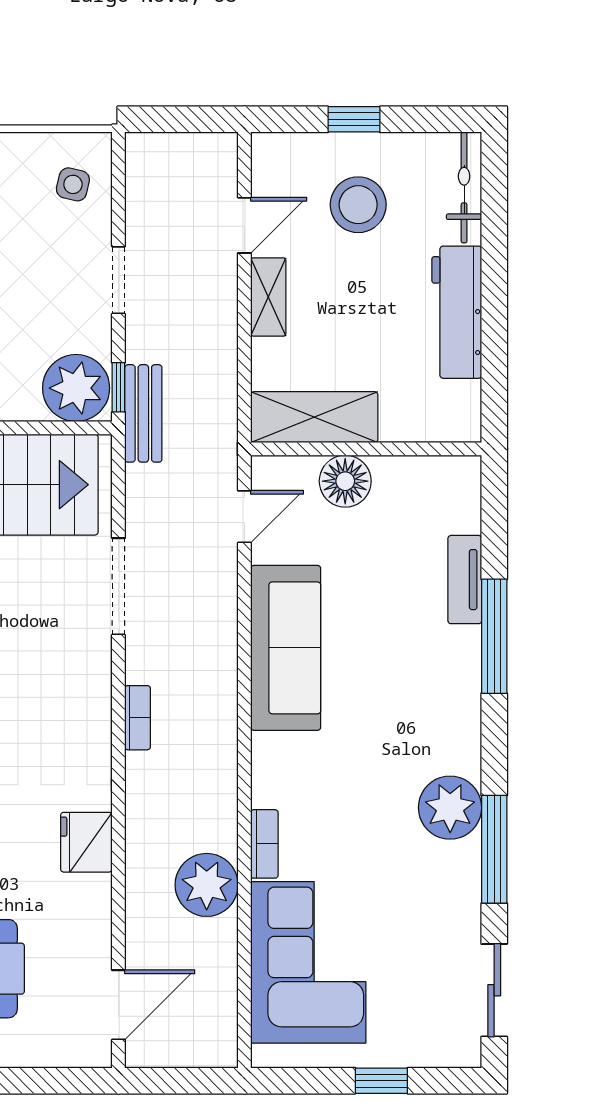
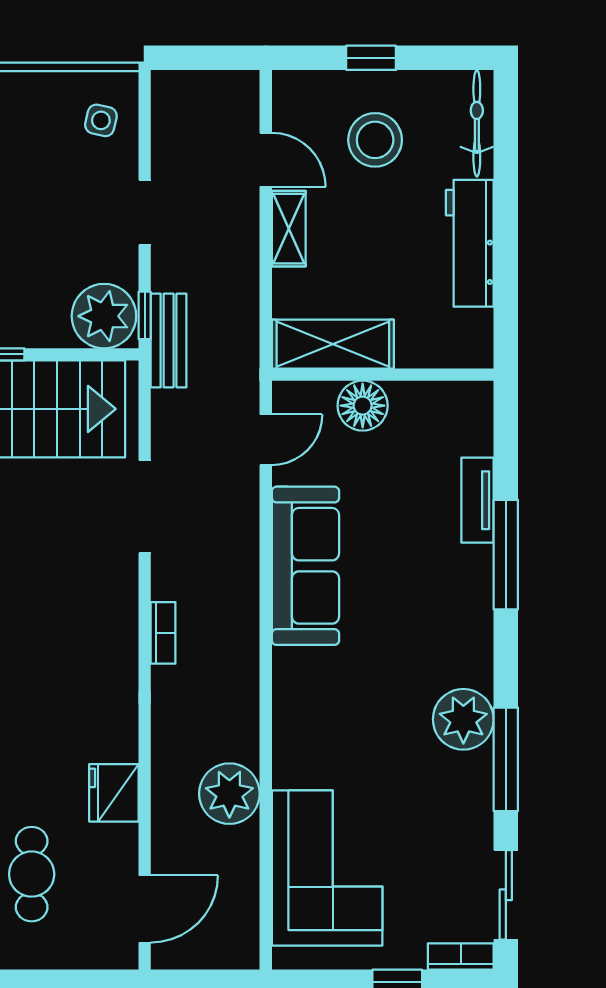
door: (244, 225) -> (266, 160), hinge flipped
fridge: (86, 842) -> (114, 793), moved
bookcase: (264, 844) -> (461, 957), moved, turned -90

